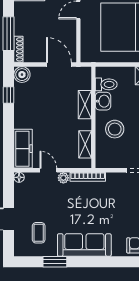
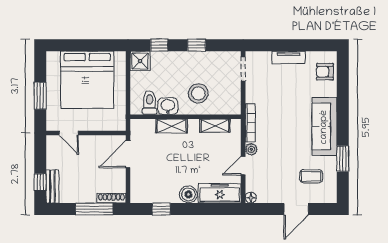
boiler: (22, 75) -> (188, 194), moved

